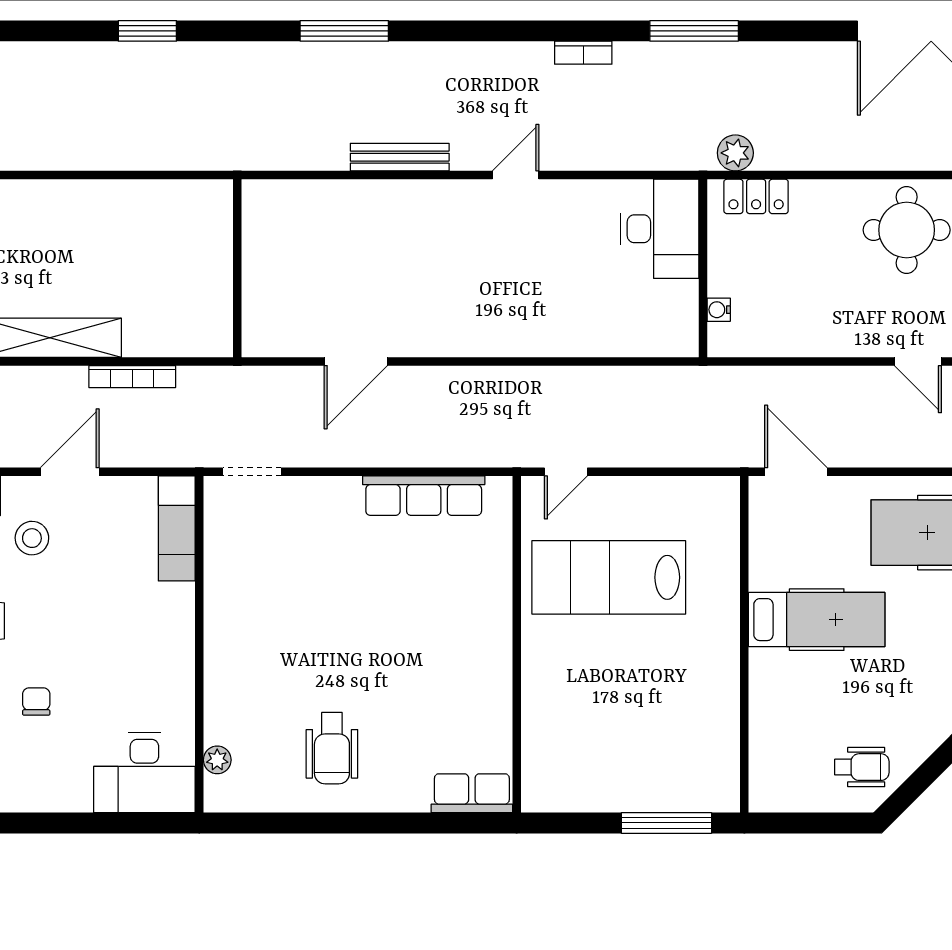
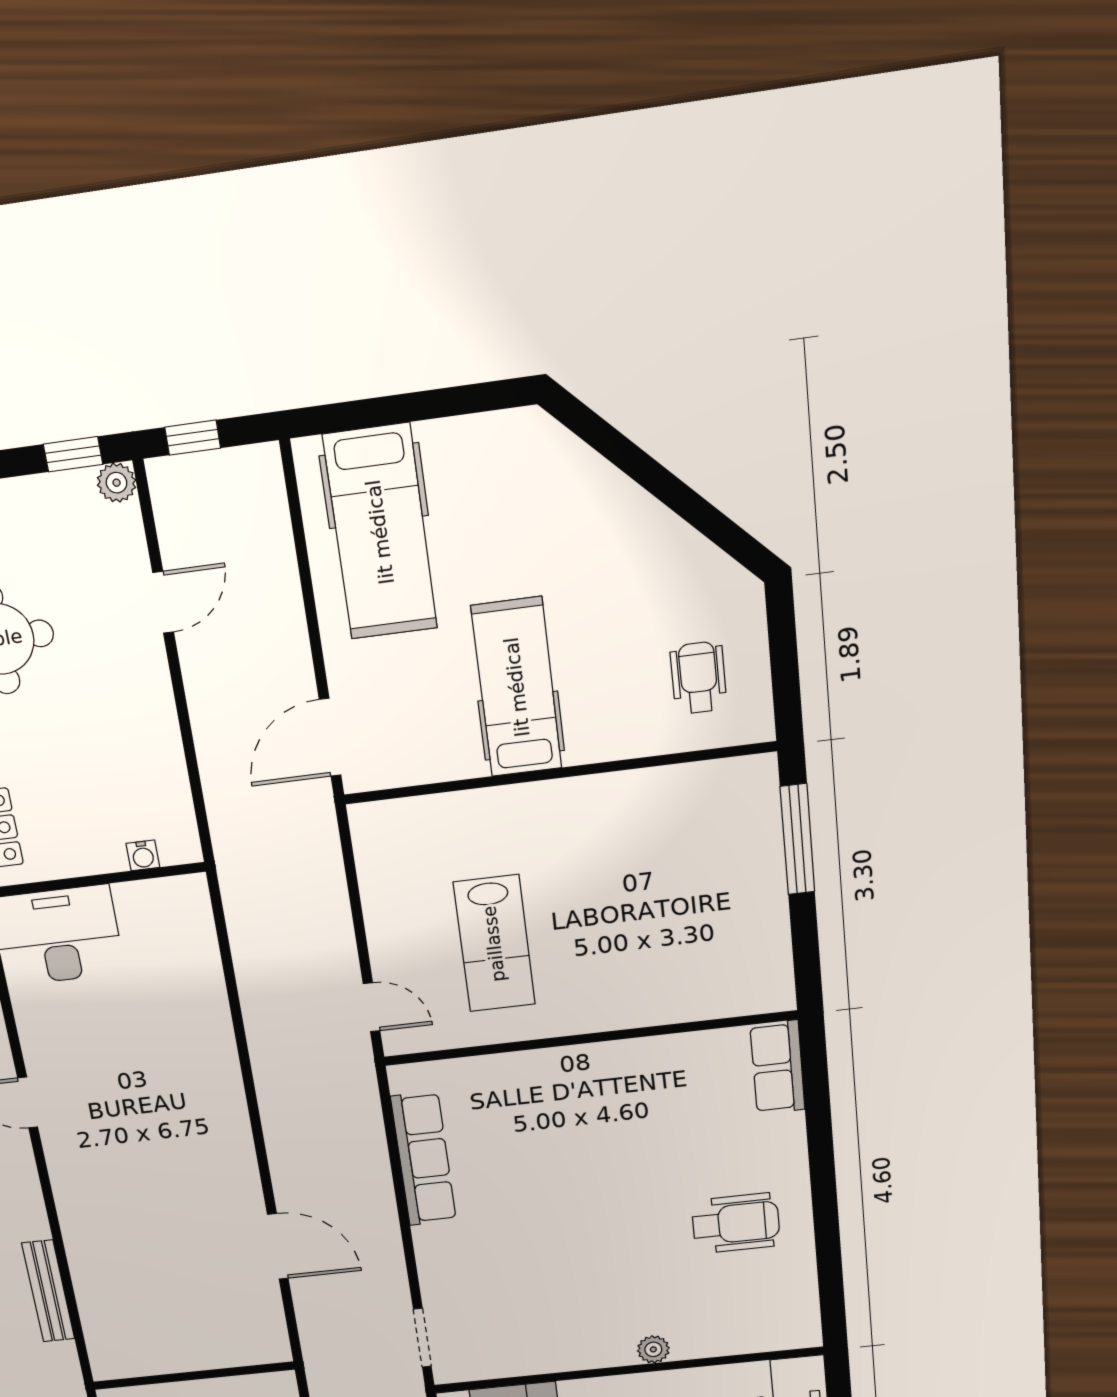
bench: (400, 157) -> (48, 1291), moved
lab bench: (609, 577) -> (494, 944), width x0.73, depth x0.72
plant: (217, 760) -> (653, 1349), moved
wheelchair: (862, 767) -> (699, 678), moved

